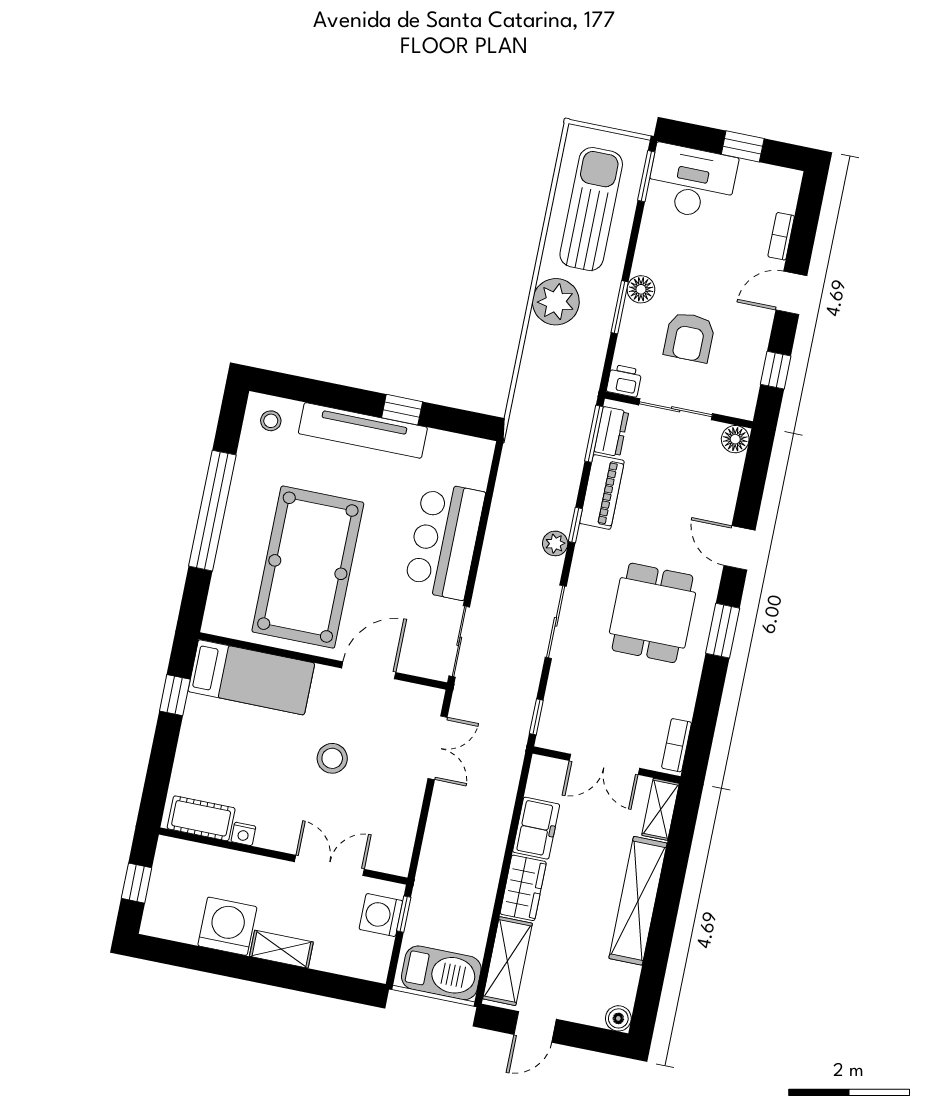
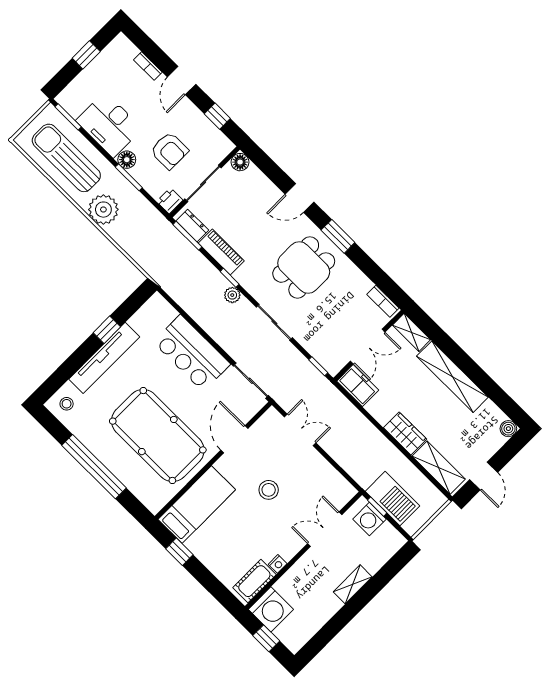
desk: (692, 182) -> (109, 125), moved, turned -90
dining table: (652, 613) -> (304, 268), turned 90
freezer: (536, 828) -> (358, 386), moved
washing machine: (227, 926) -> (271, 609), moved, turned 180
barbecue: (441, 973) -> (392, 499), moved, turned 90

